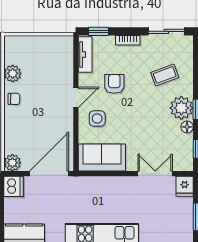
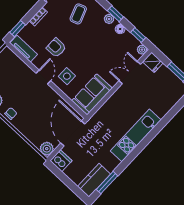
plant: (181, 108) -> (109, 19), width x0.53, depth x0.53
plant: (187, 165) -> (142, 50), added

